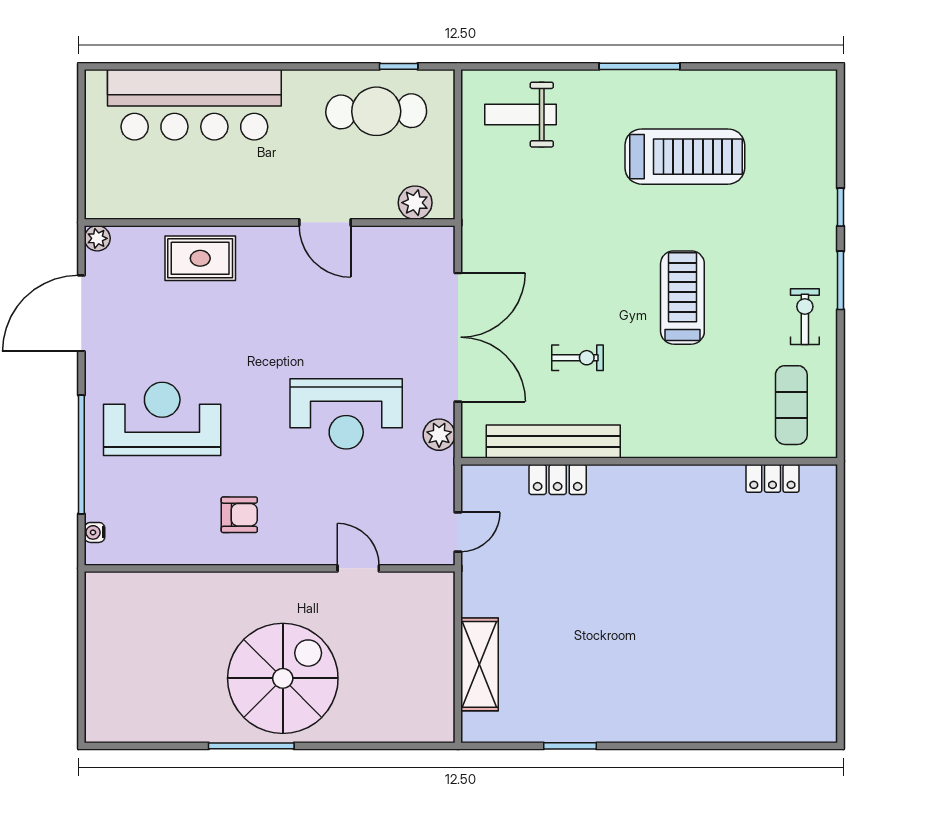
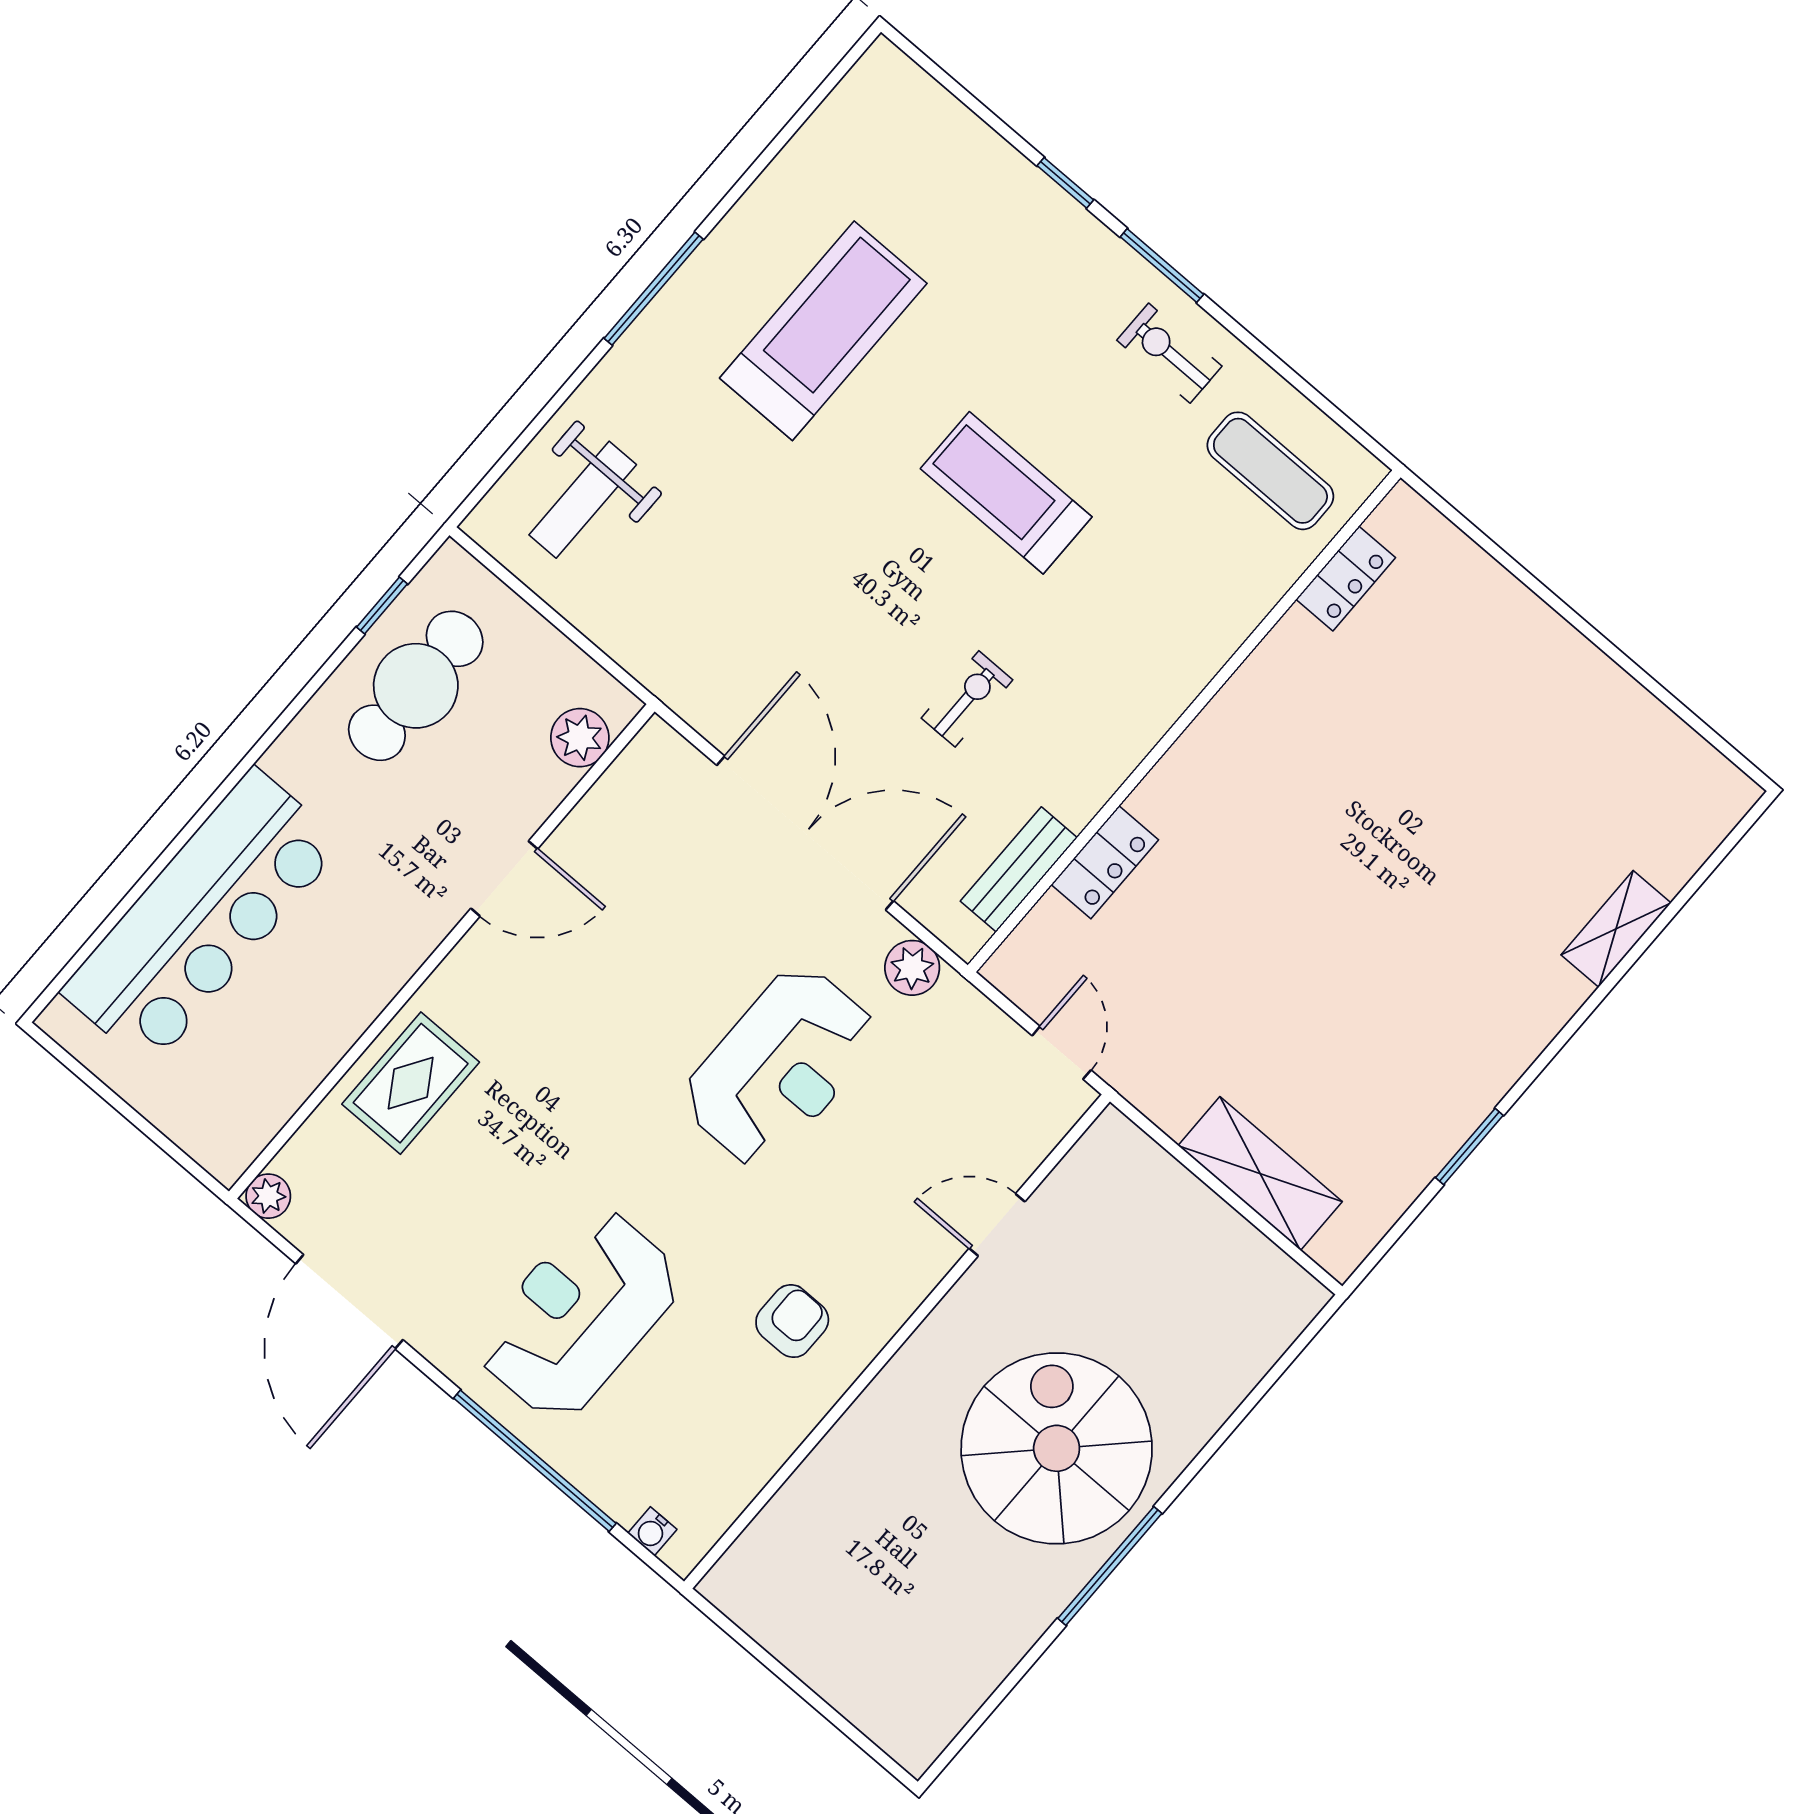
bench: (553, 442) -> (1019, 869), width x0.54, depth x0.82
shelving: (720, 728) -> (1616, 929), added

